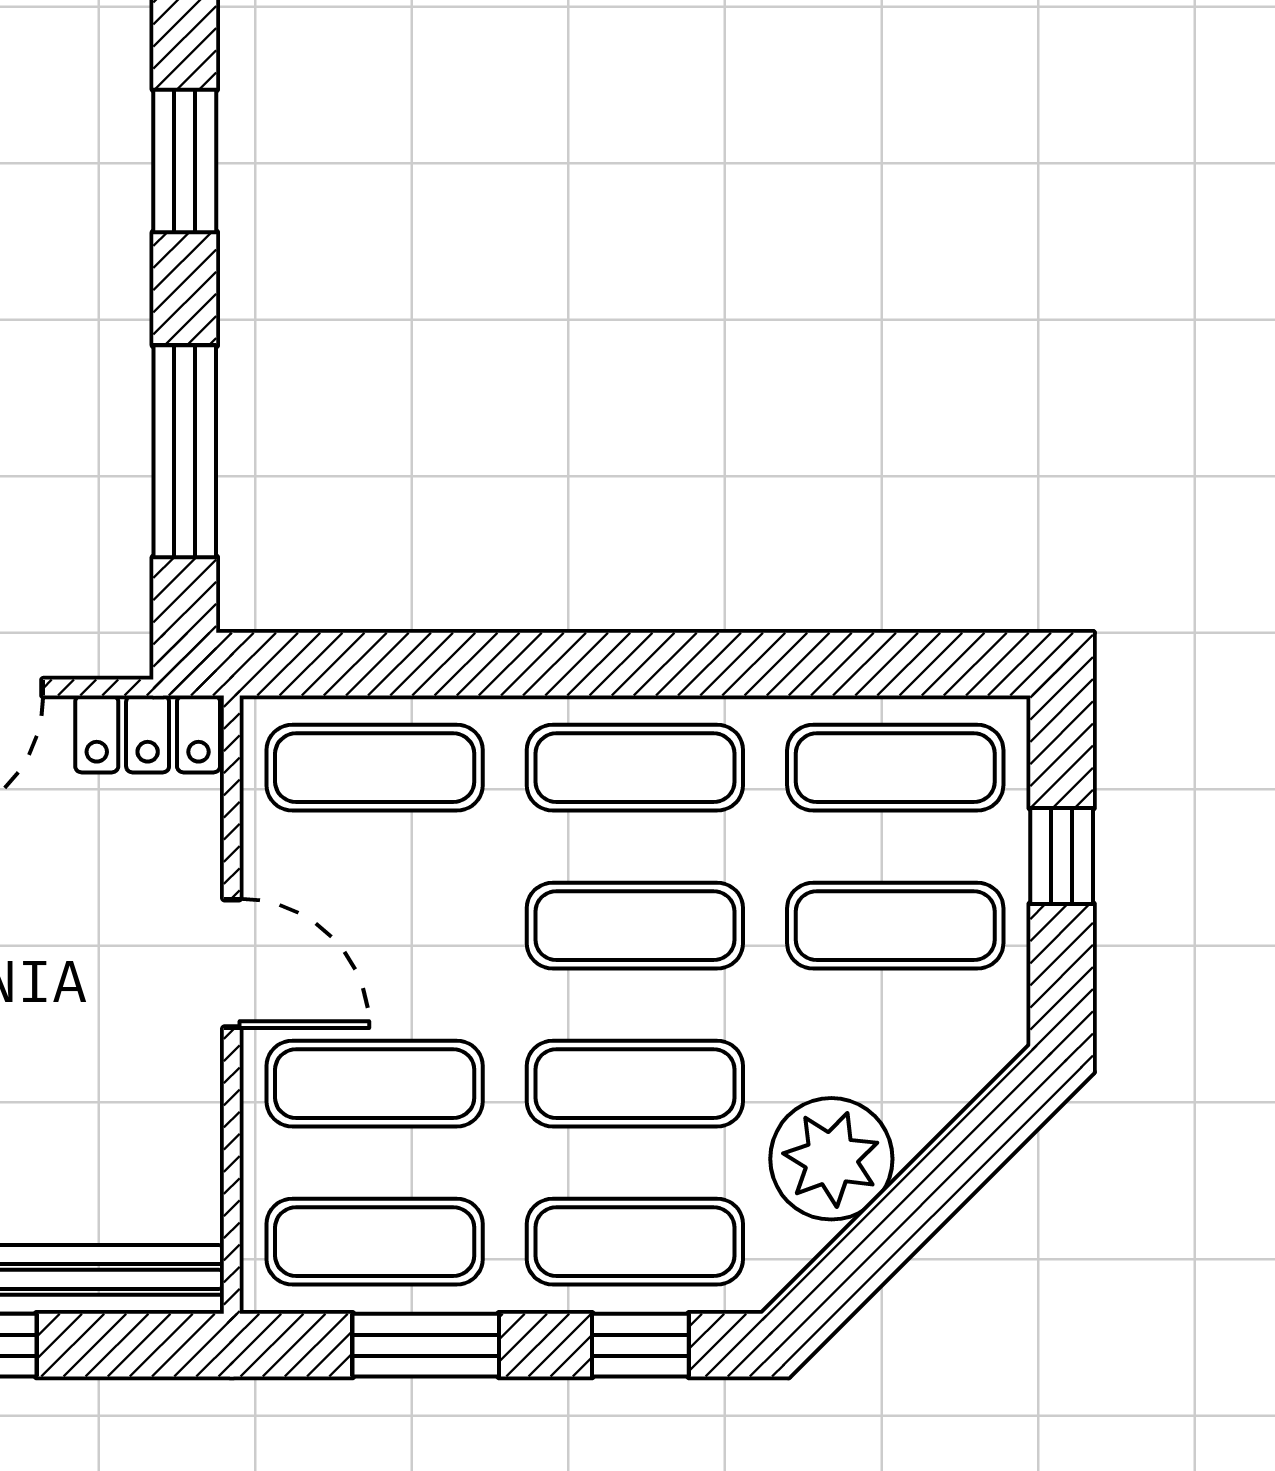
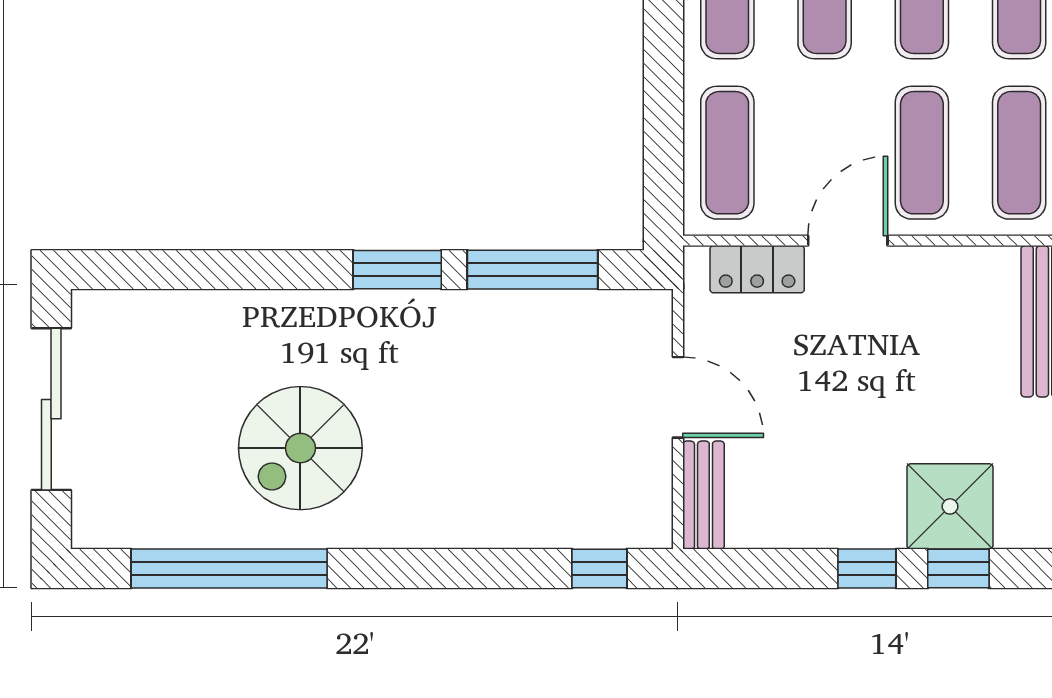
window: (185, 161) -> (397, 270), moved
locker: (148, 734) -> (757, 269), moved, turned 90

